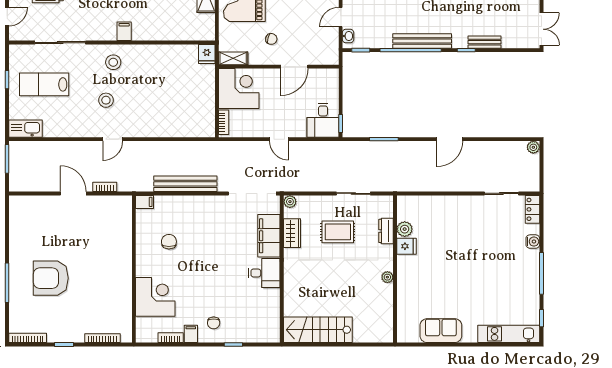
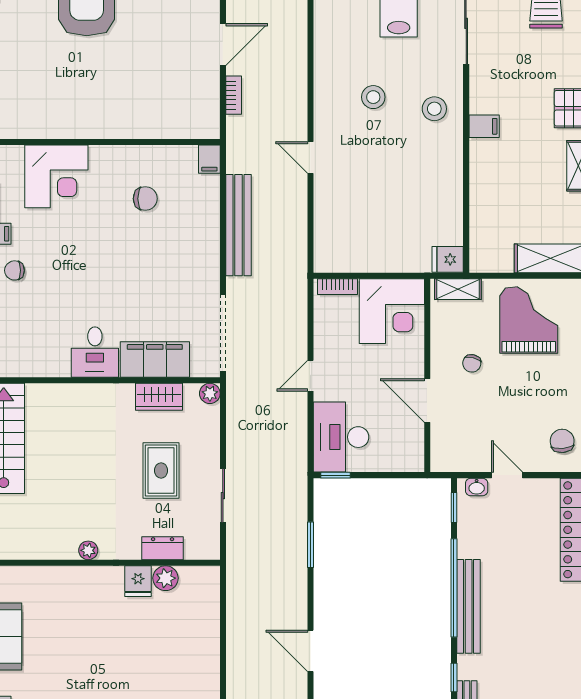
shelving: (233, 58) -> (458, 289), moved, turned 90
desk: (323, 120) -> (341, 437), width x1.37
door: (113, 139) -> (310, 157), moved

